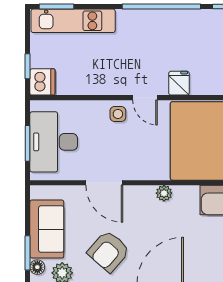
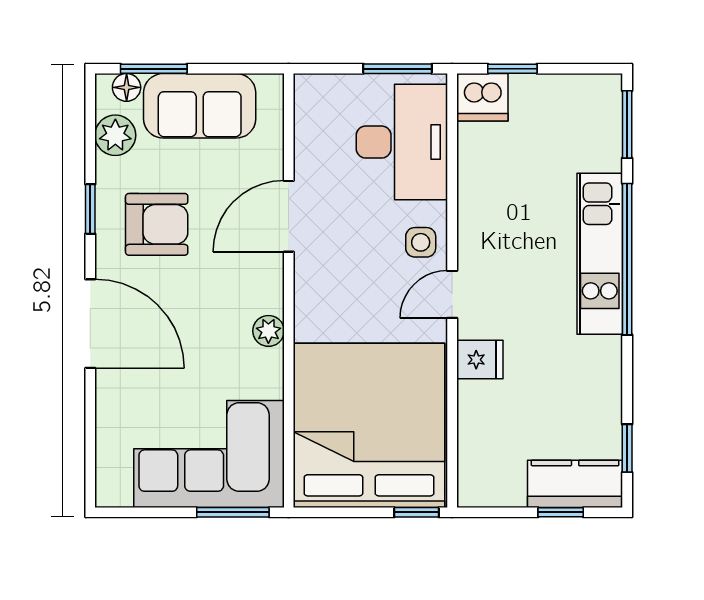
window: (161, 7) -> (627, 259), moved
kitchen unit: (73, 21) -> (600, 254), moved
desk: (54, 142) -> (402, 142), moved, turned 90
window: (28, 143) -> (398, 69), moved
armchair: (109, 251) -> (157, 224), turned 139

